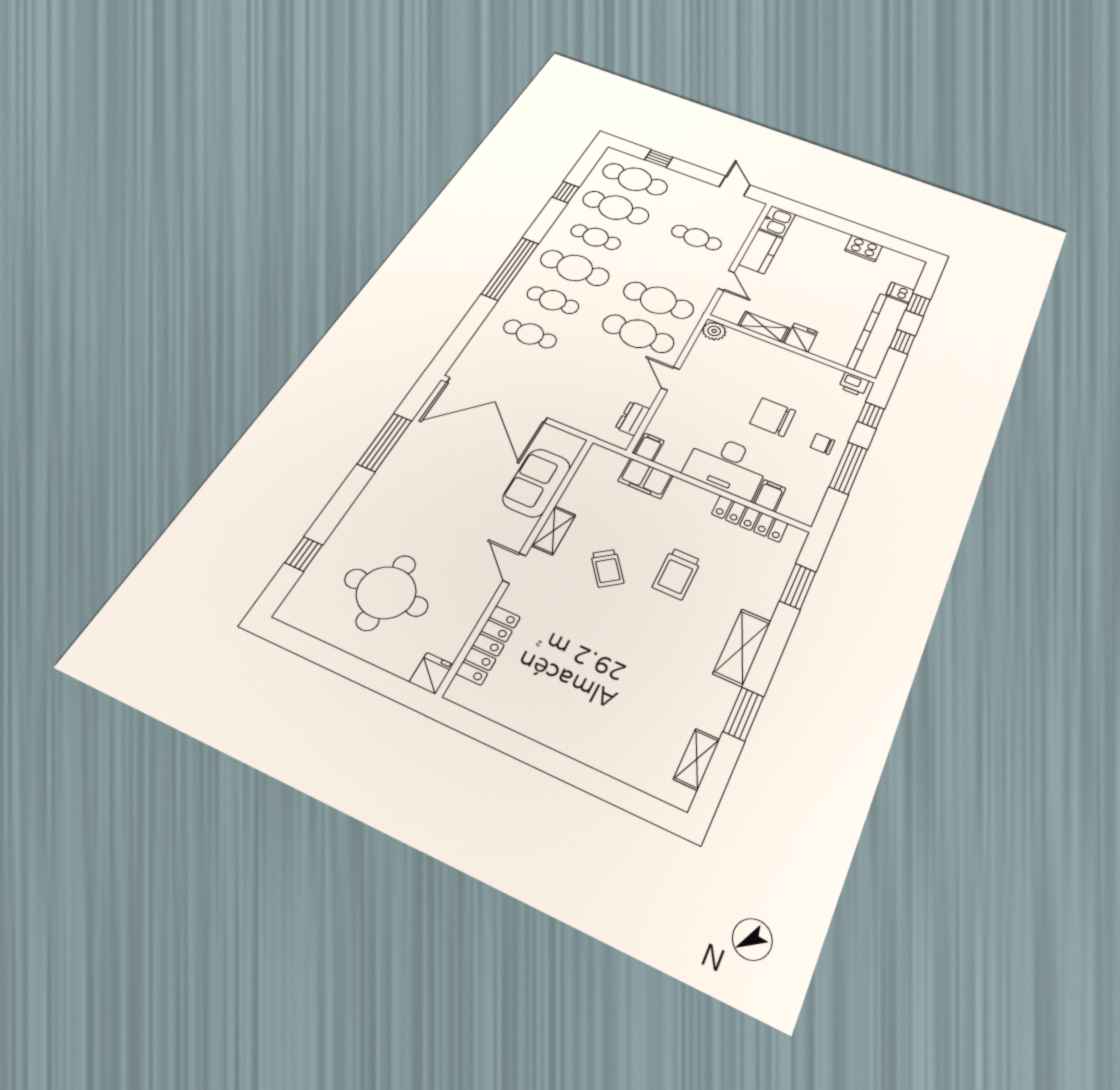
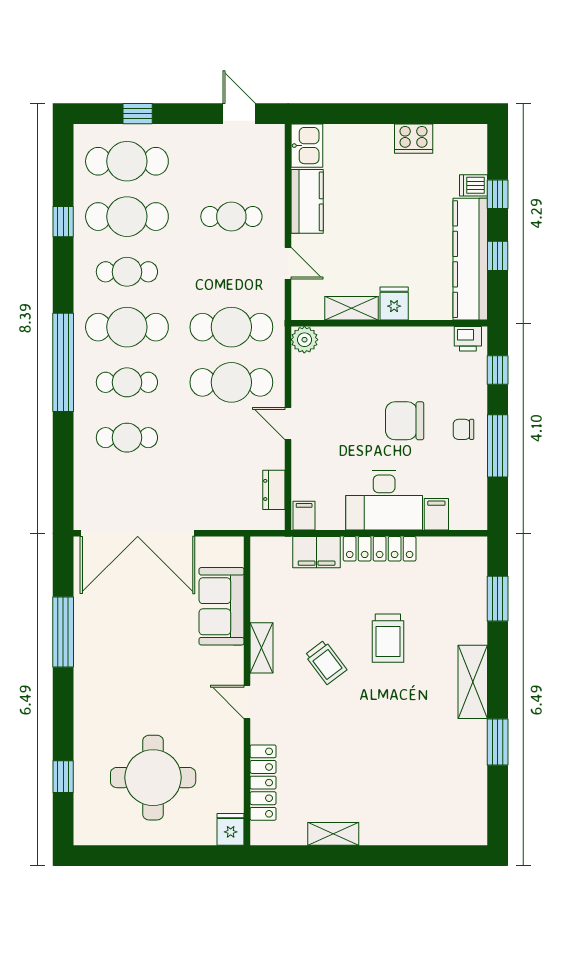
locker: (750, 519) -> (380, 549), moved
shelving: (697, 759) -> (333, 834), moved, turned 90

